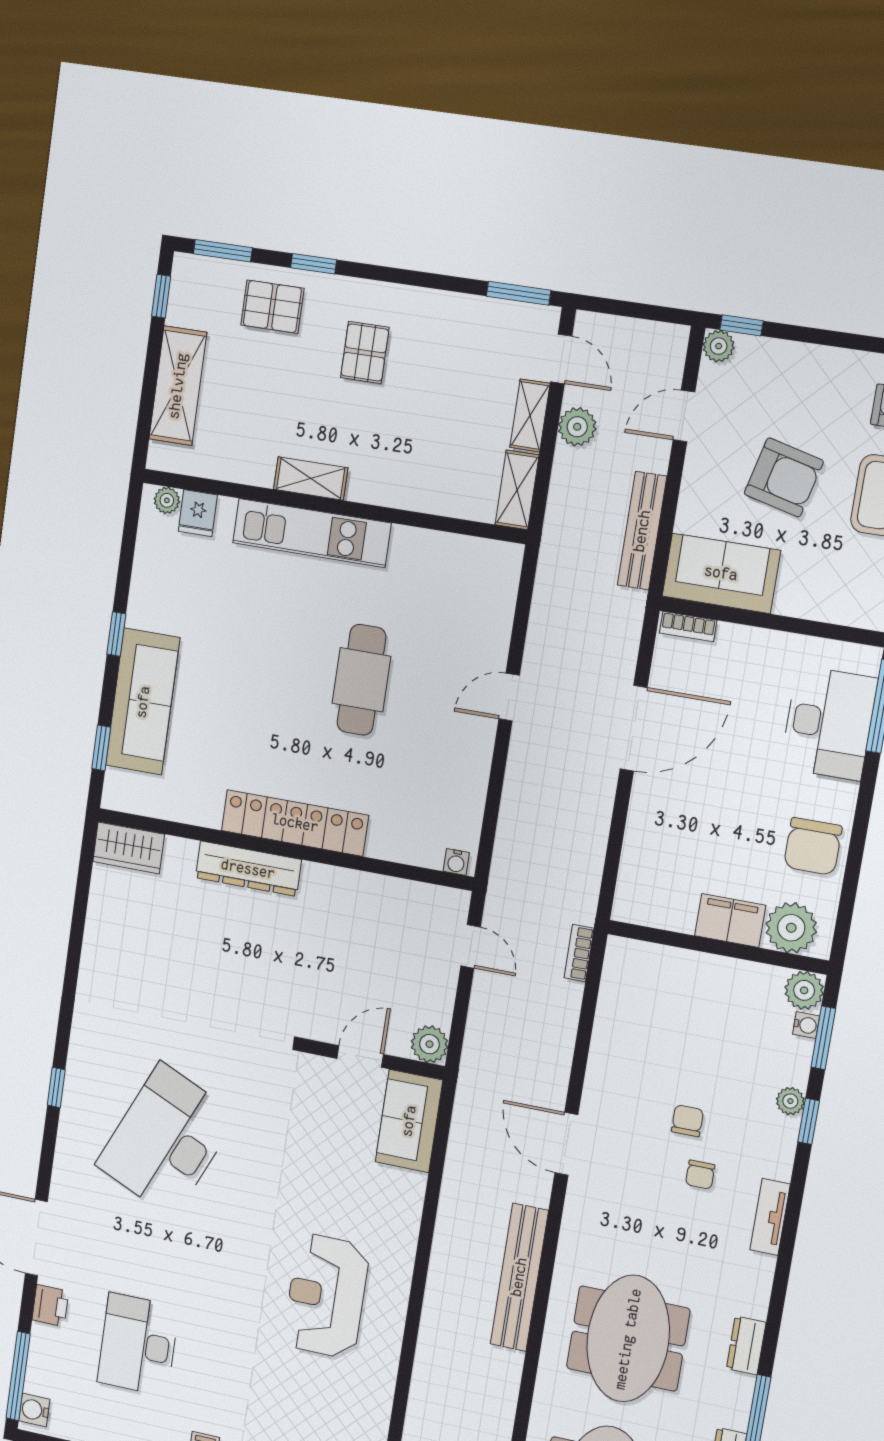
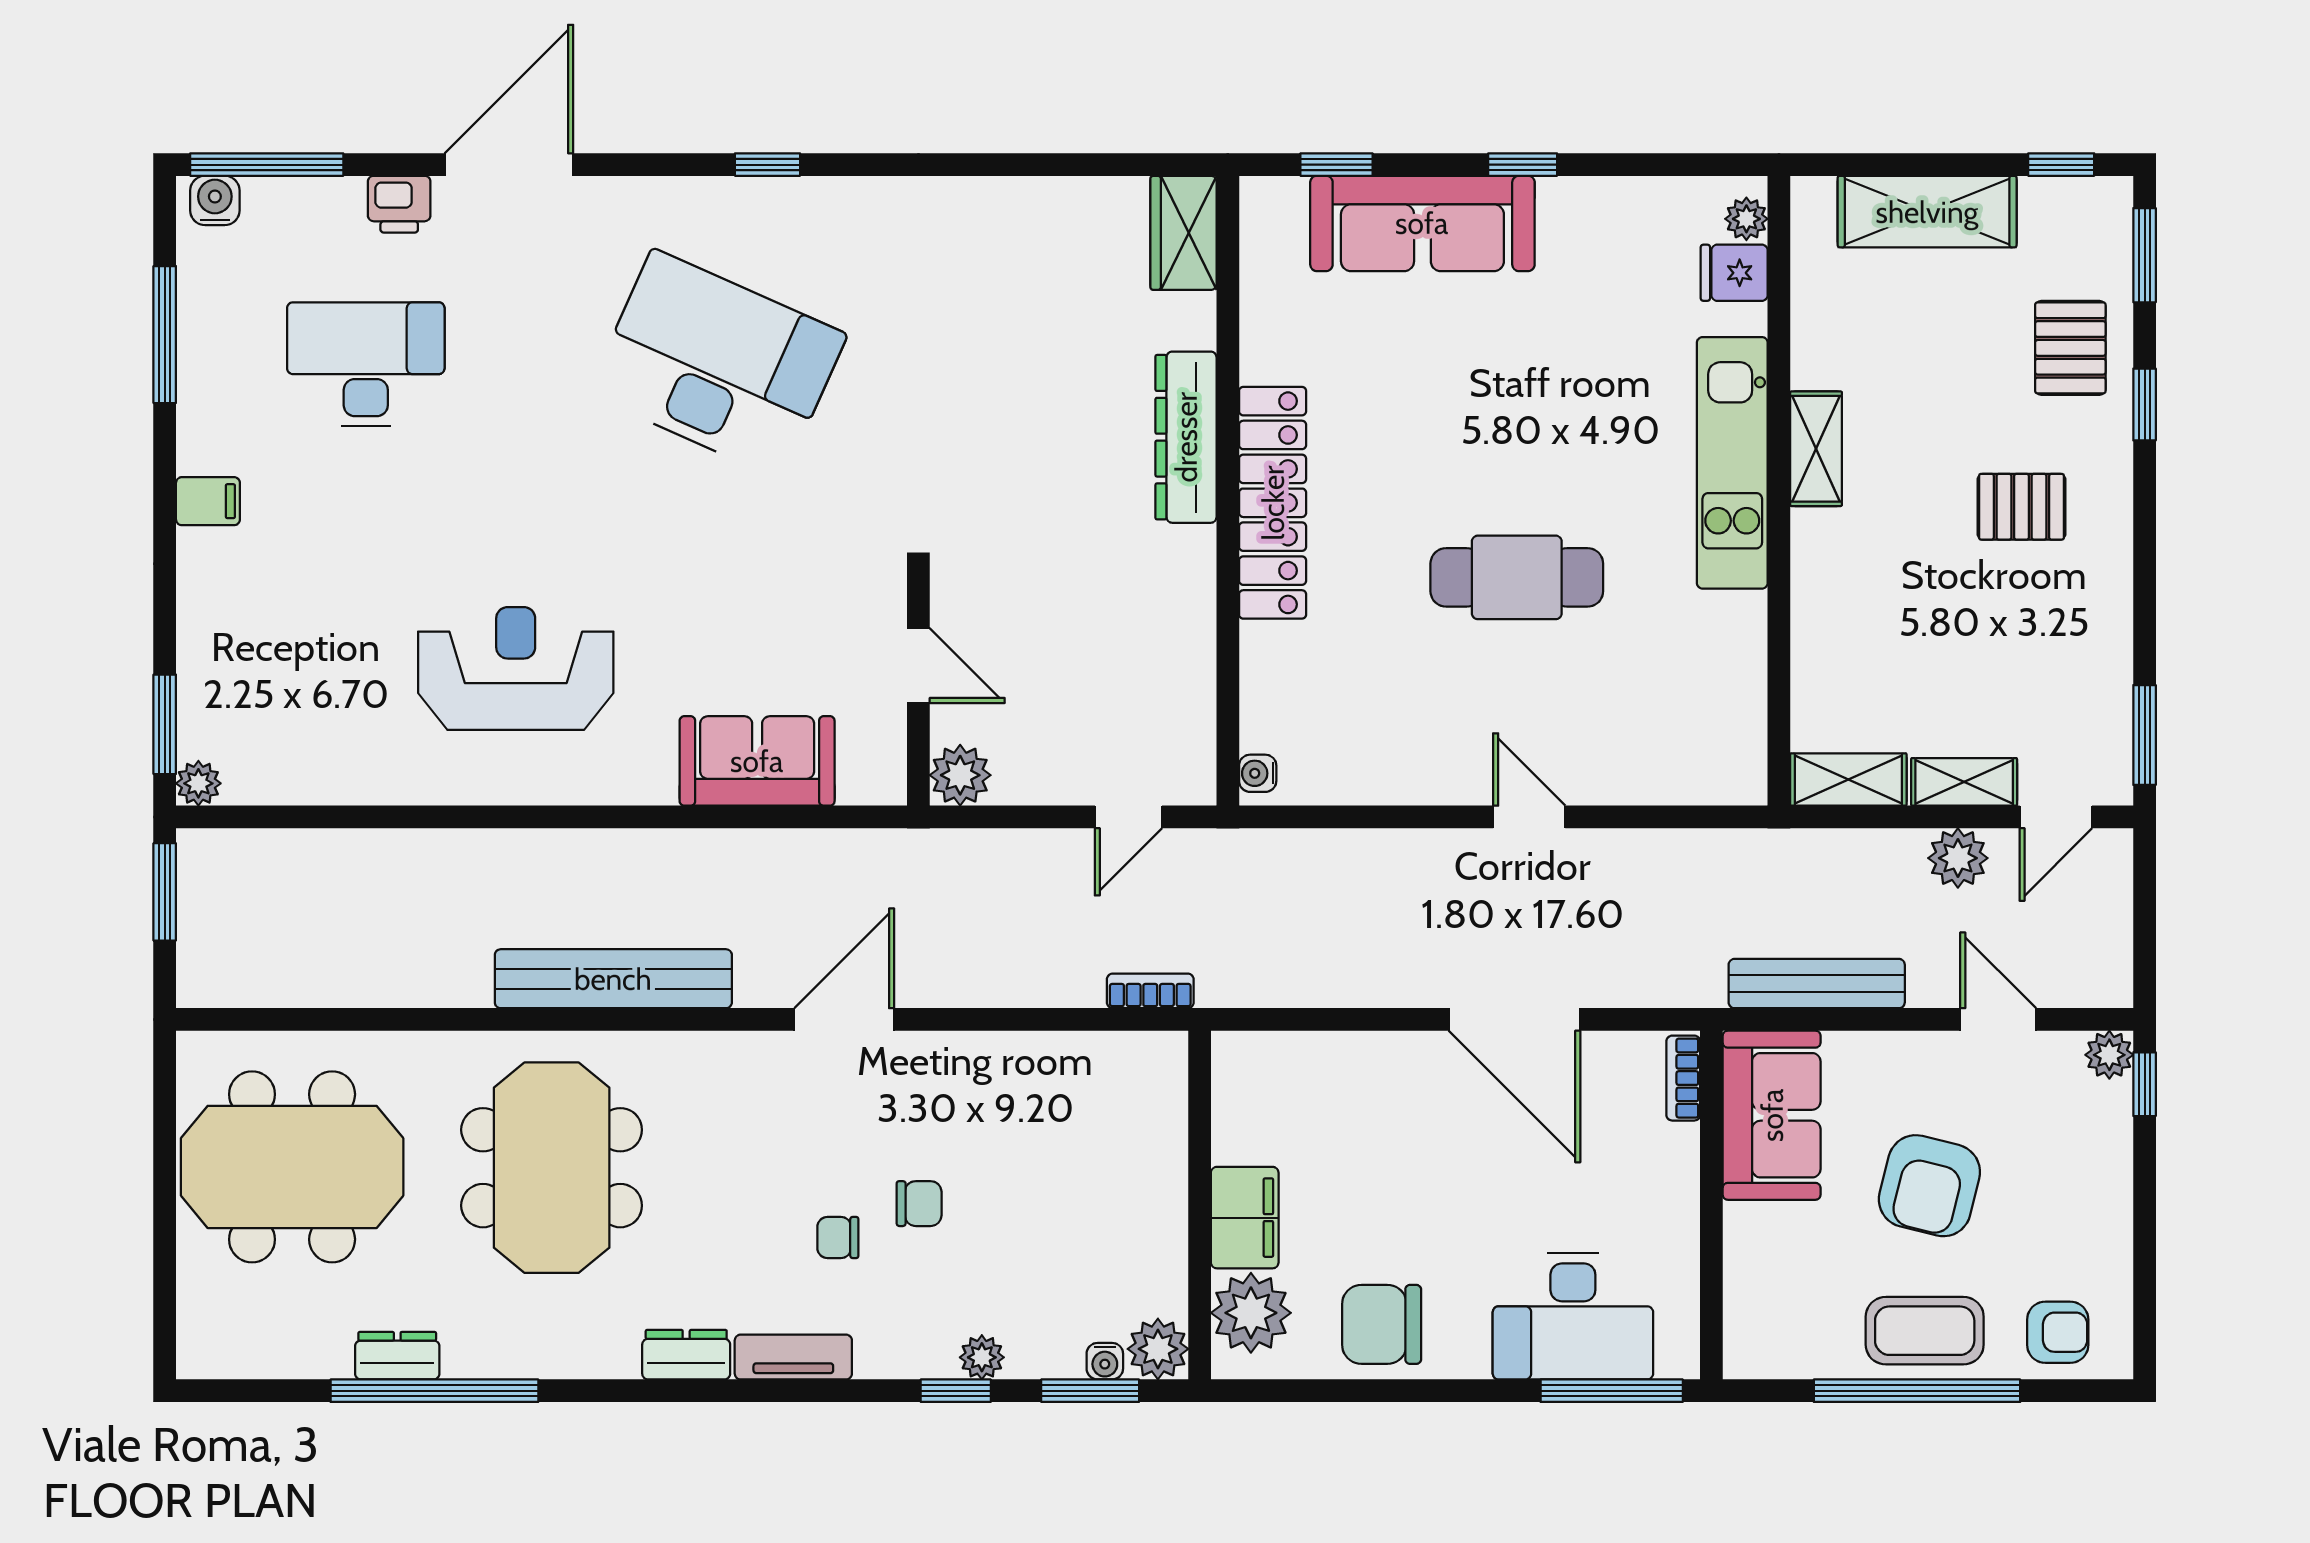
sofa: (409, 1121) -> (757, 761), moved
meeting table: (628, 1339) -> (552, 1168), turned 90
dresser: (746, 1345) -> (686, 1355), moved

